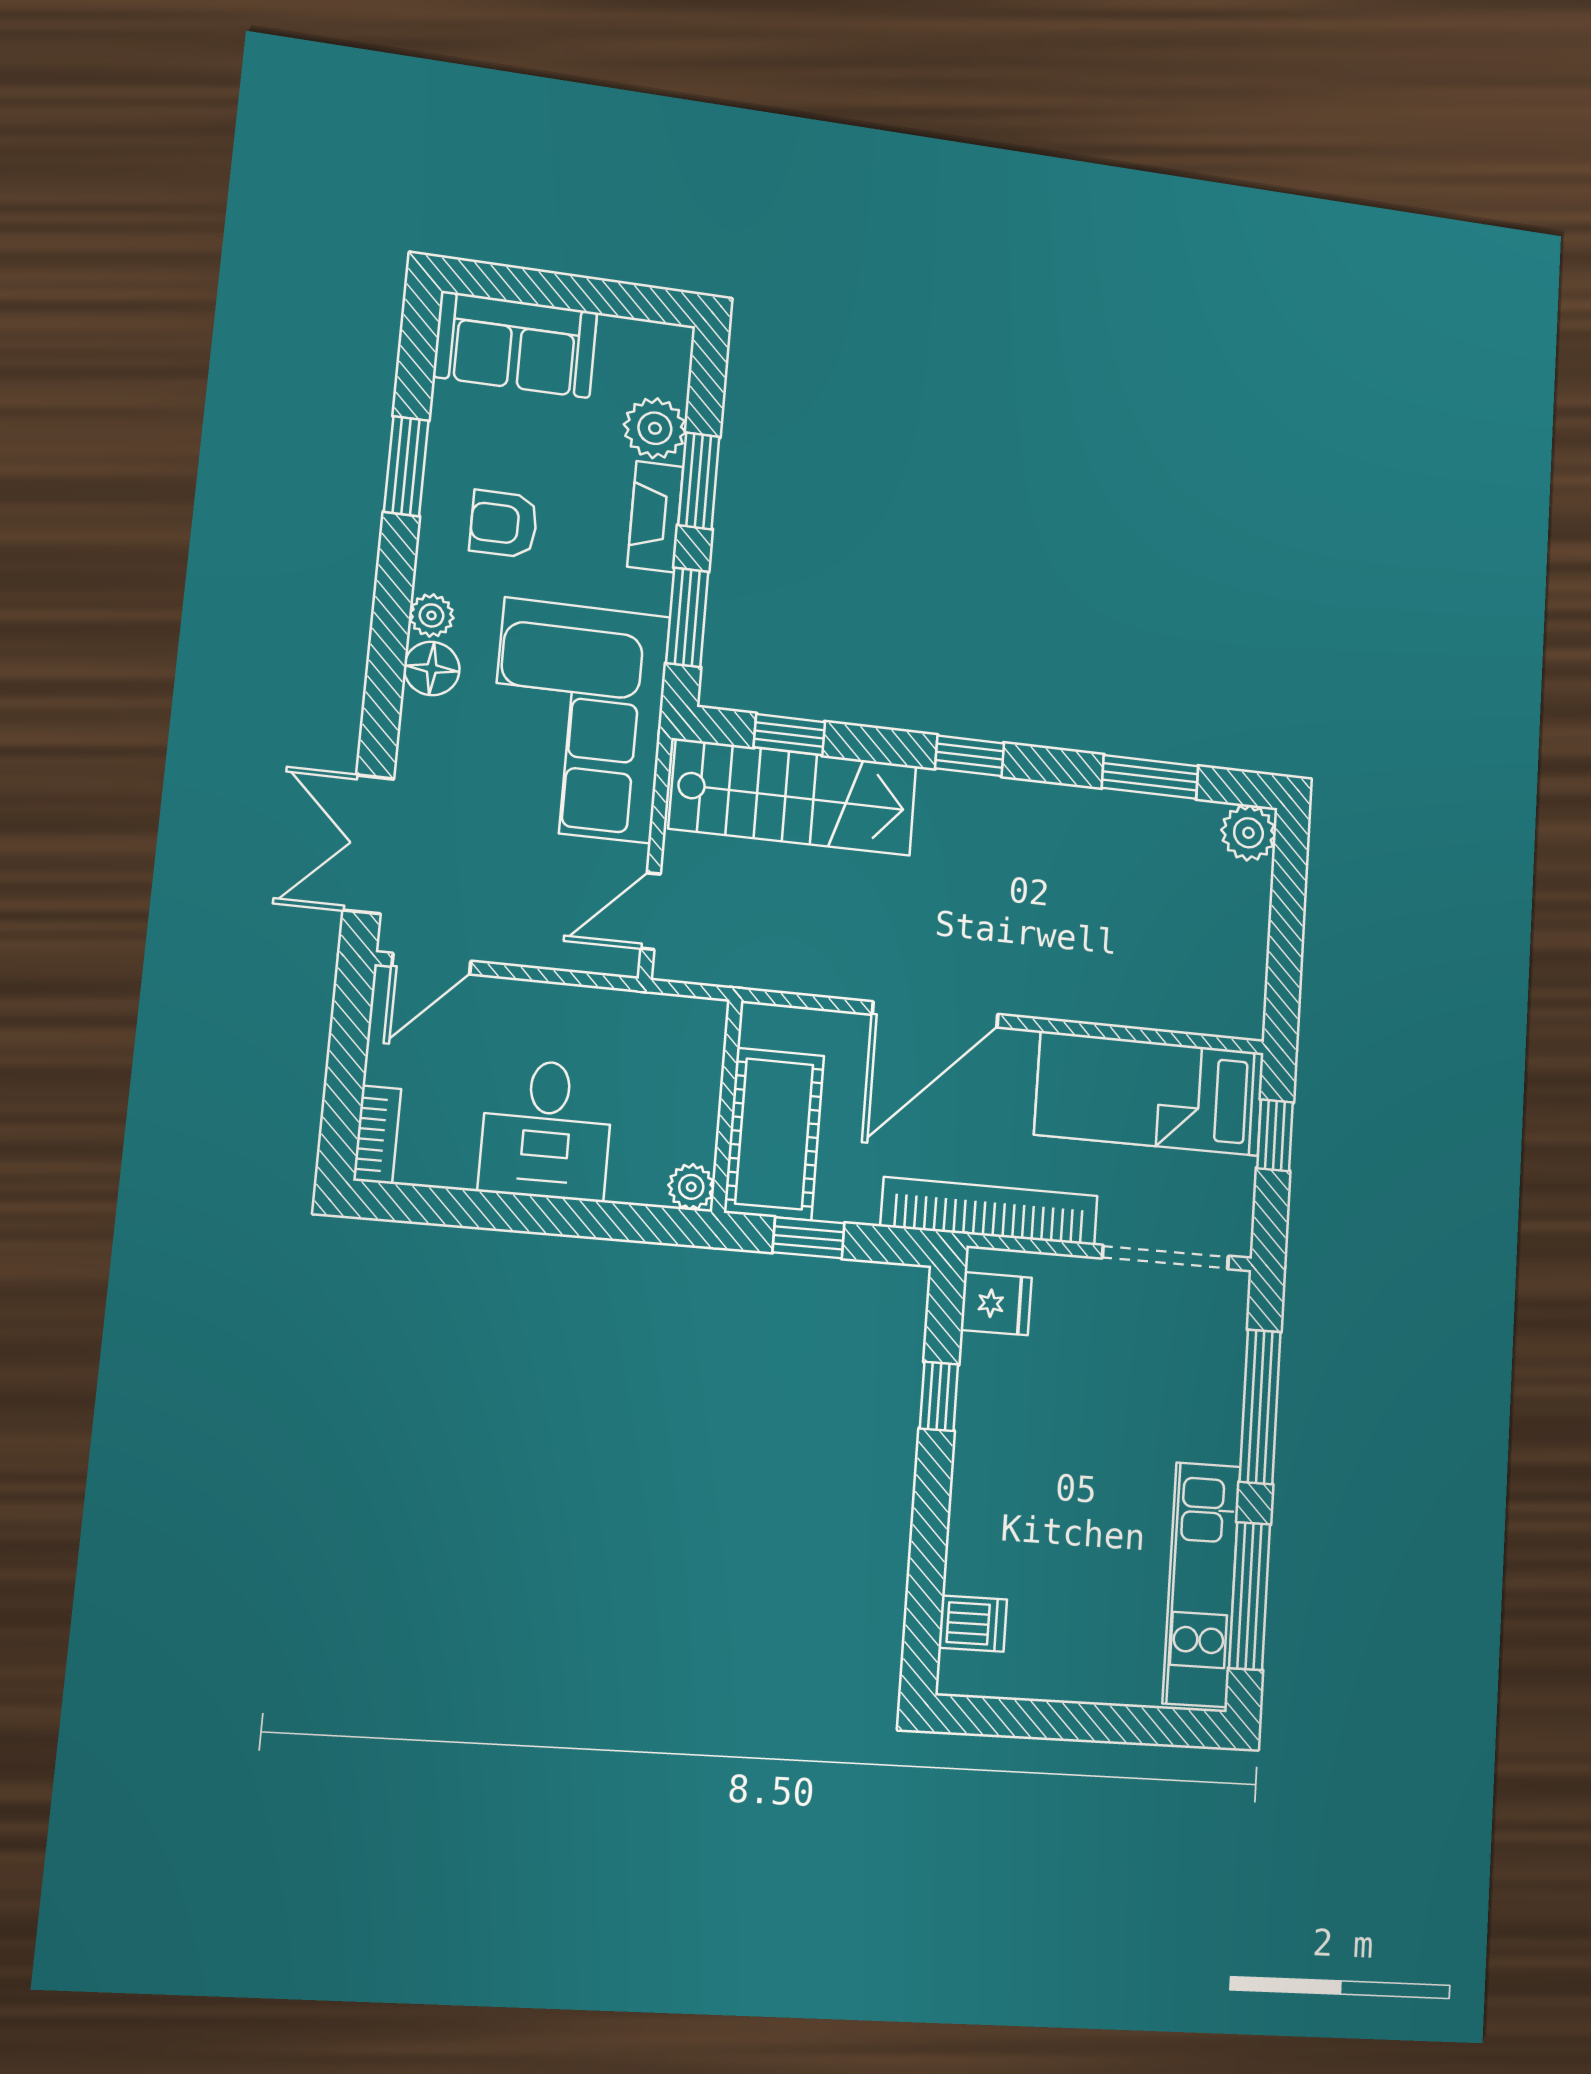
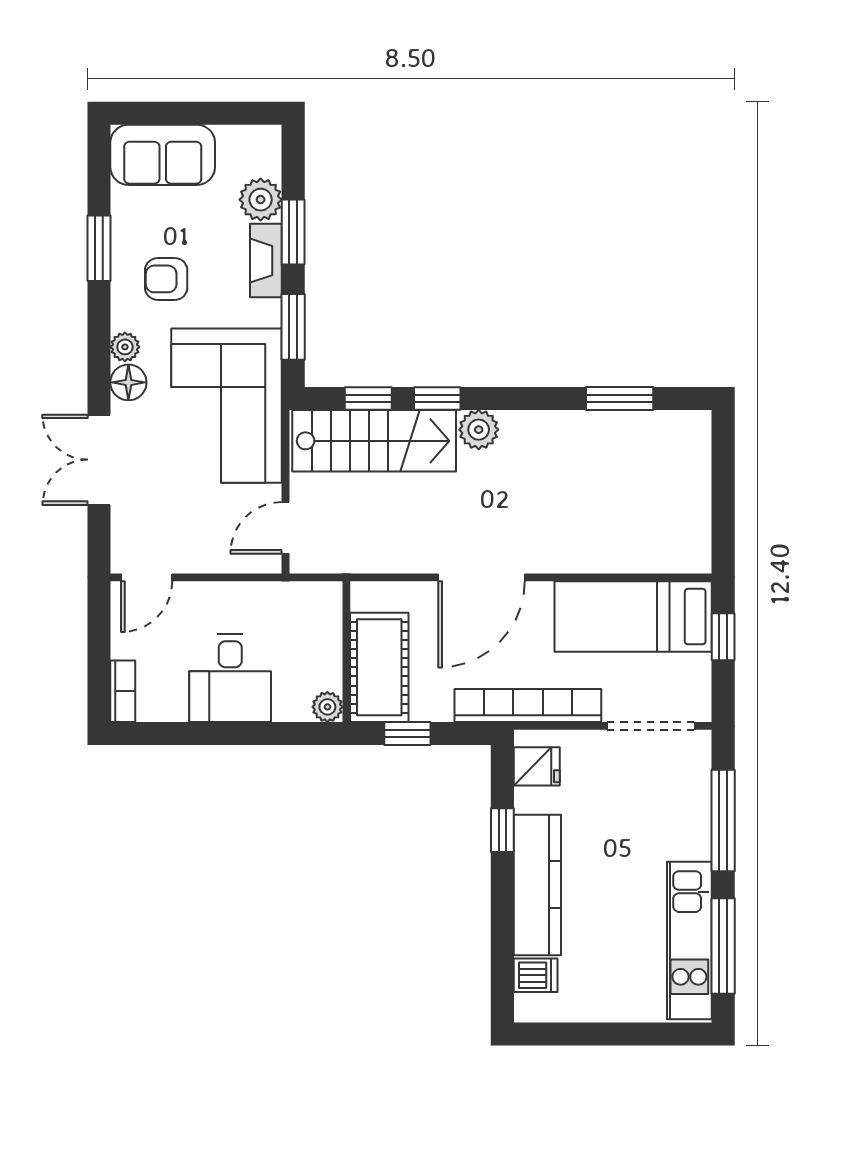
window: (970, 756) -> (437, 399), moved
plant: (1248, 833) -> (479, 430), moved
double door: (368, 844) -> (99, 460), moved
kitchen counter: (985, 1484) -> (537, 885), added

